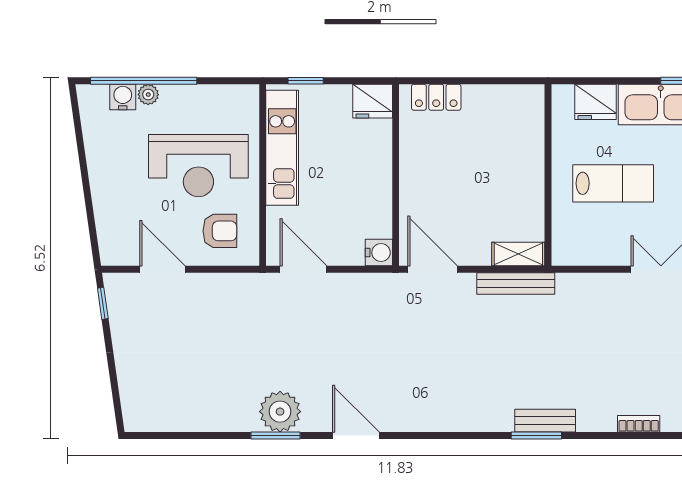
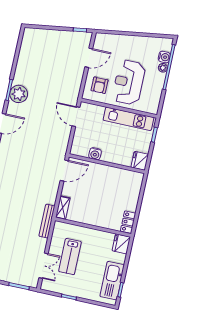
locker: (436, 97) -> (128, 222), moved
fridge: (595, 102) -> (121, 244), moved
lab bench: (613, 183) -> (70, 257), moved
water cooler: (379, 253) -> (95, 154), moved
door: (303, 269) -> (76, 117), swing flipped
bench: (516, 283) -> (47, 221), moved

